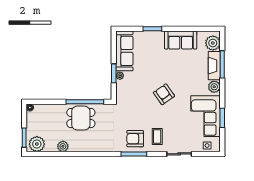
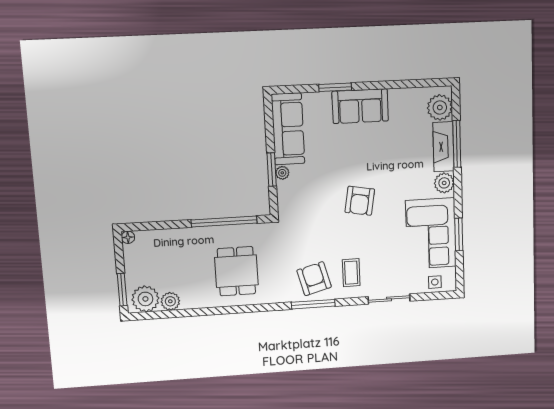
sofa: (181, 40) -> (360, 106), moved
armchair: (164, 94) -> (360, 201), turned -135
dining table: (81, 118) -> (236, 271), moved, turned 90
armchair: (135, 139) -> (314, 279), turned 75
plant: (63, 146) -> (170, 301), moved

